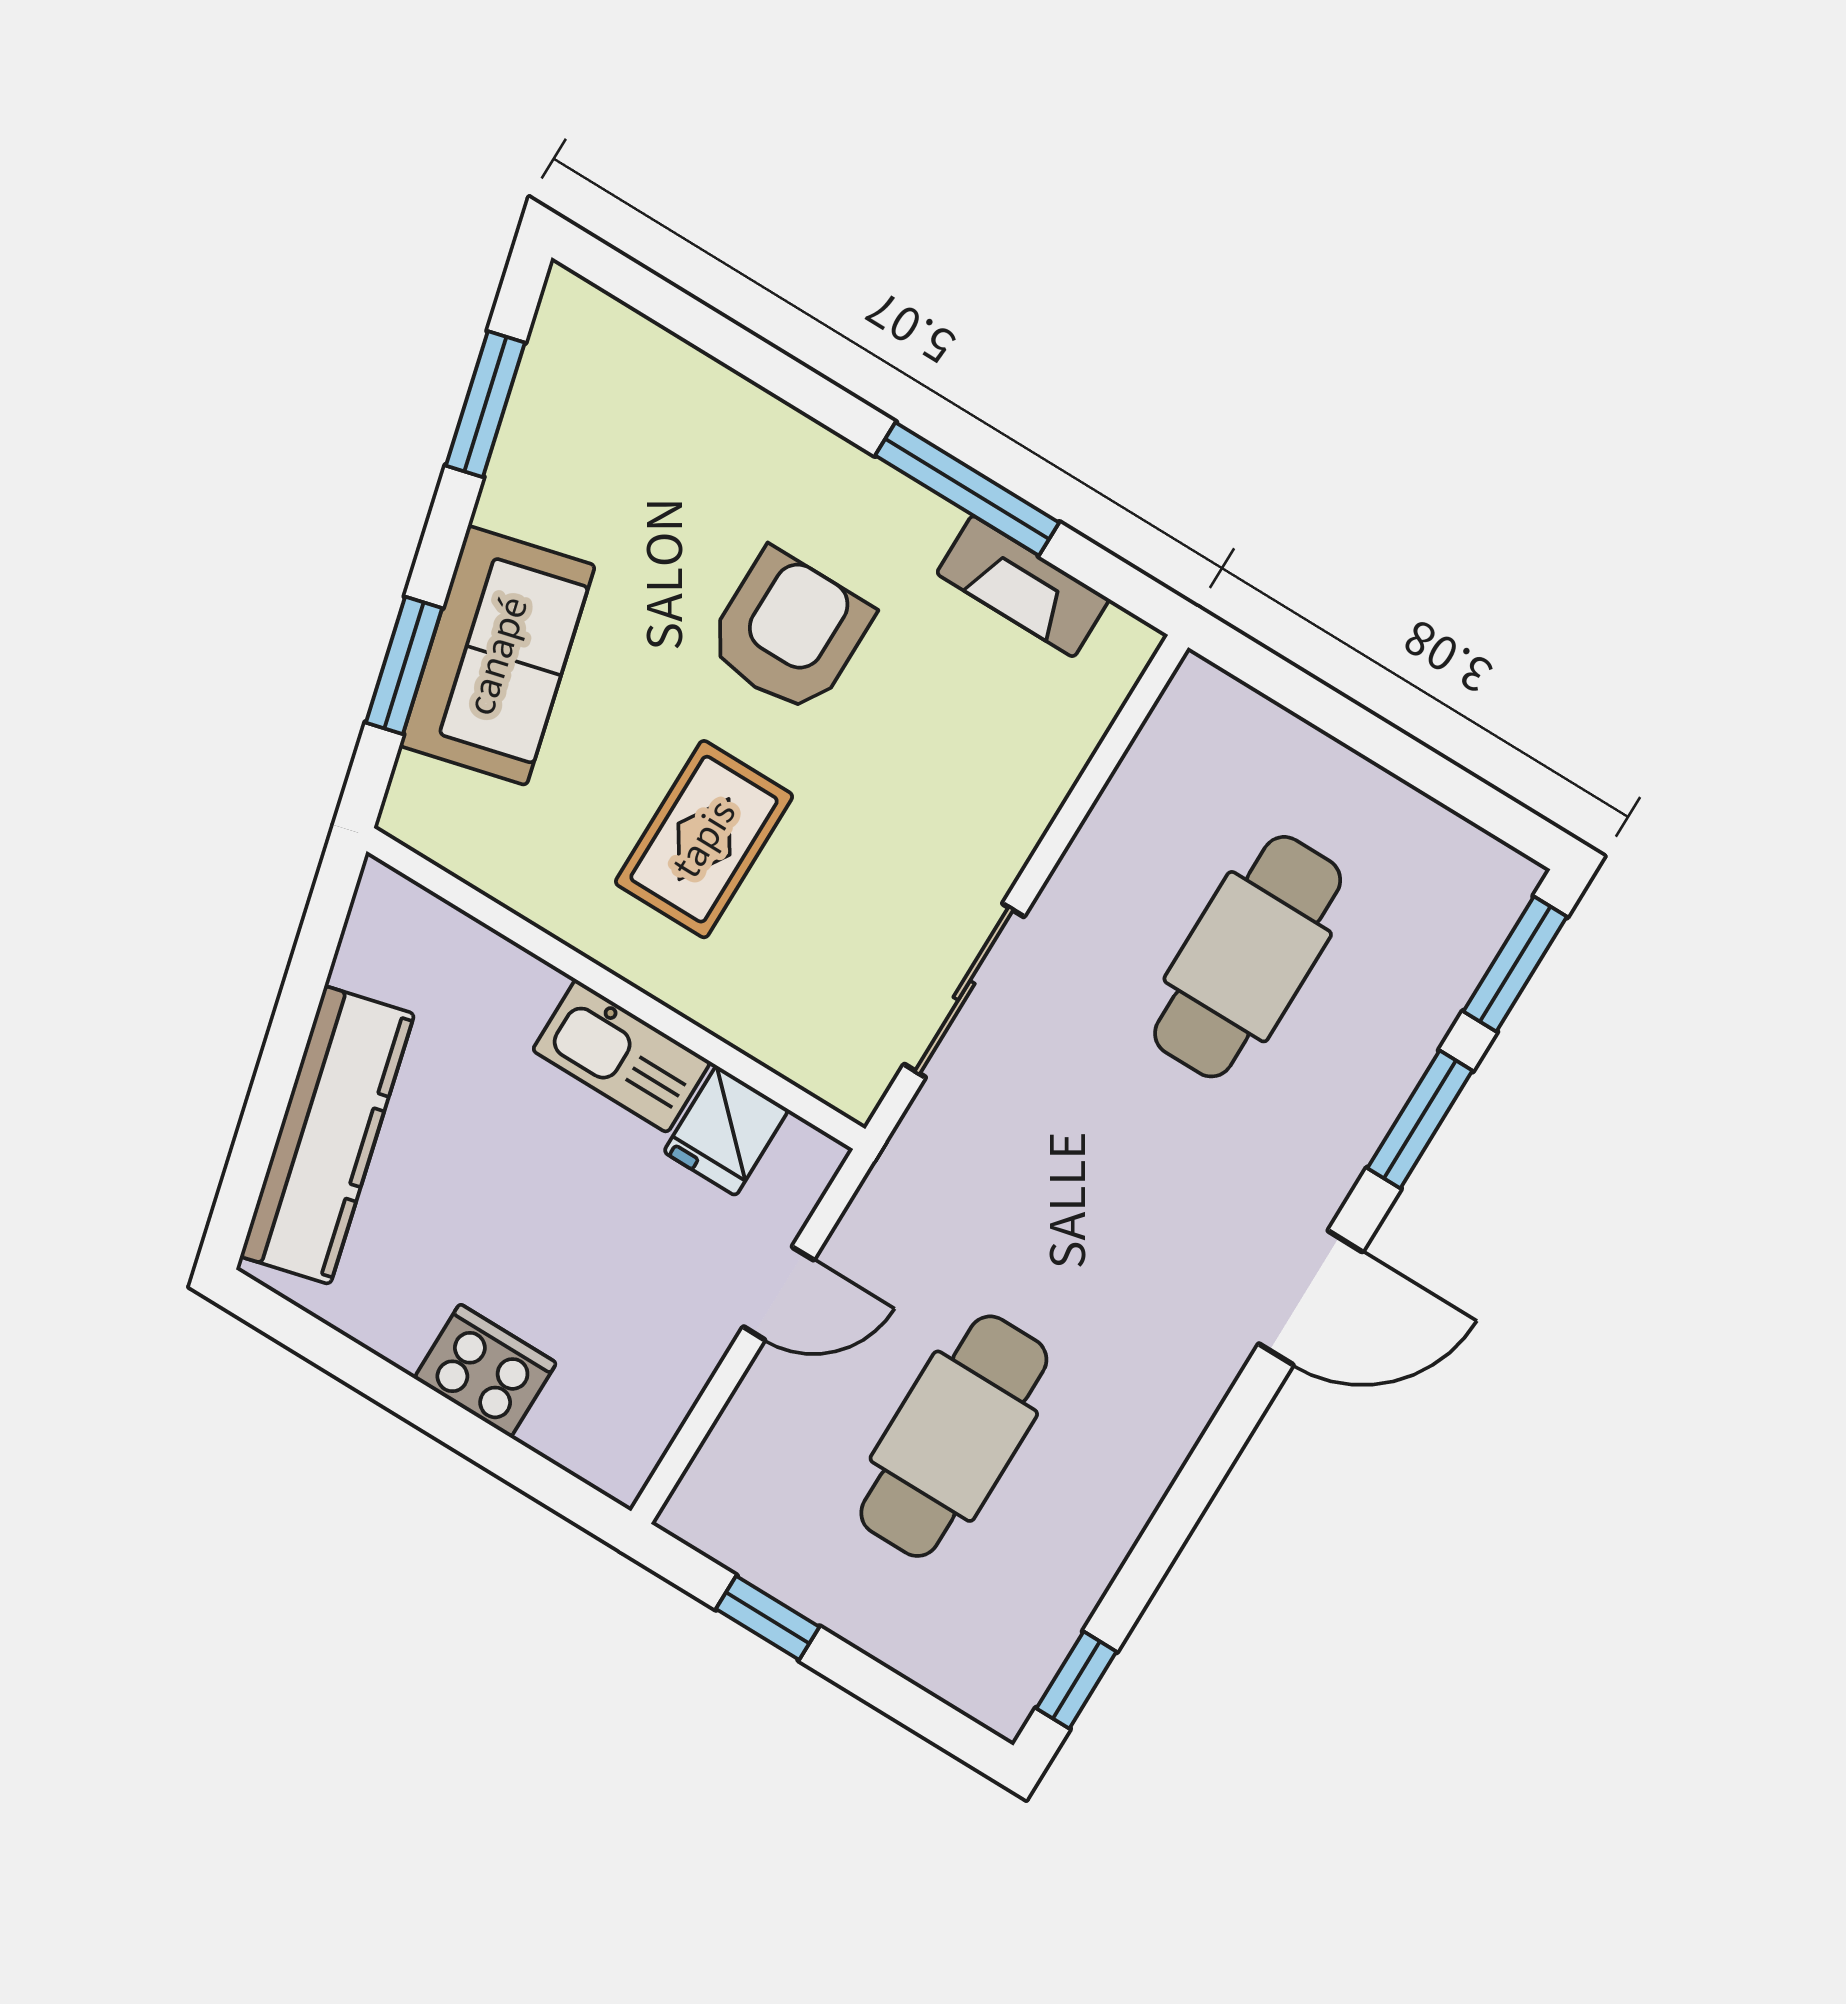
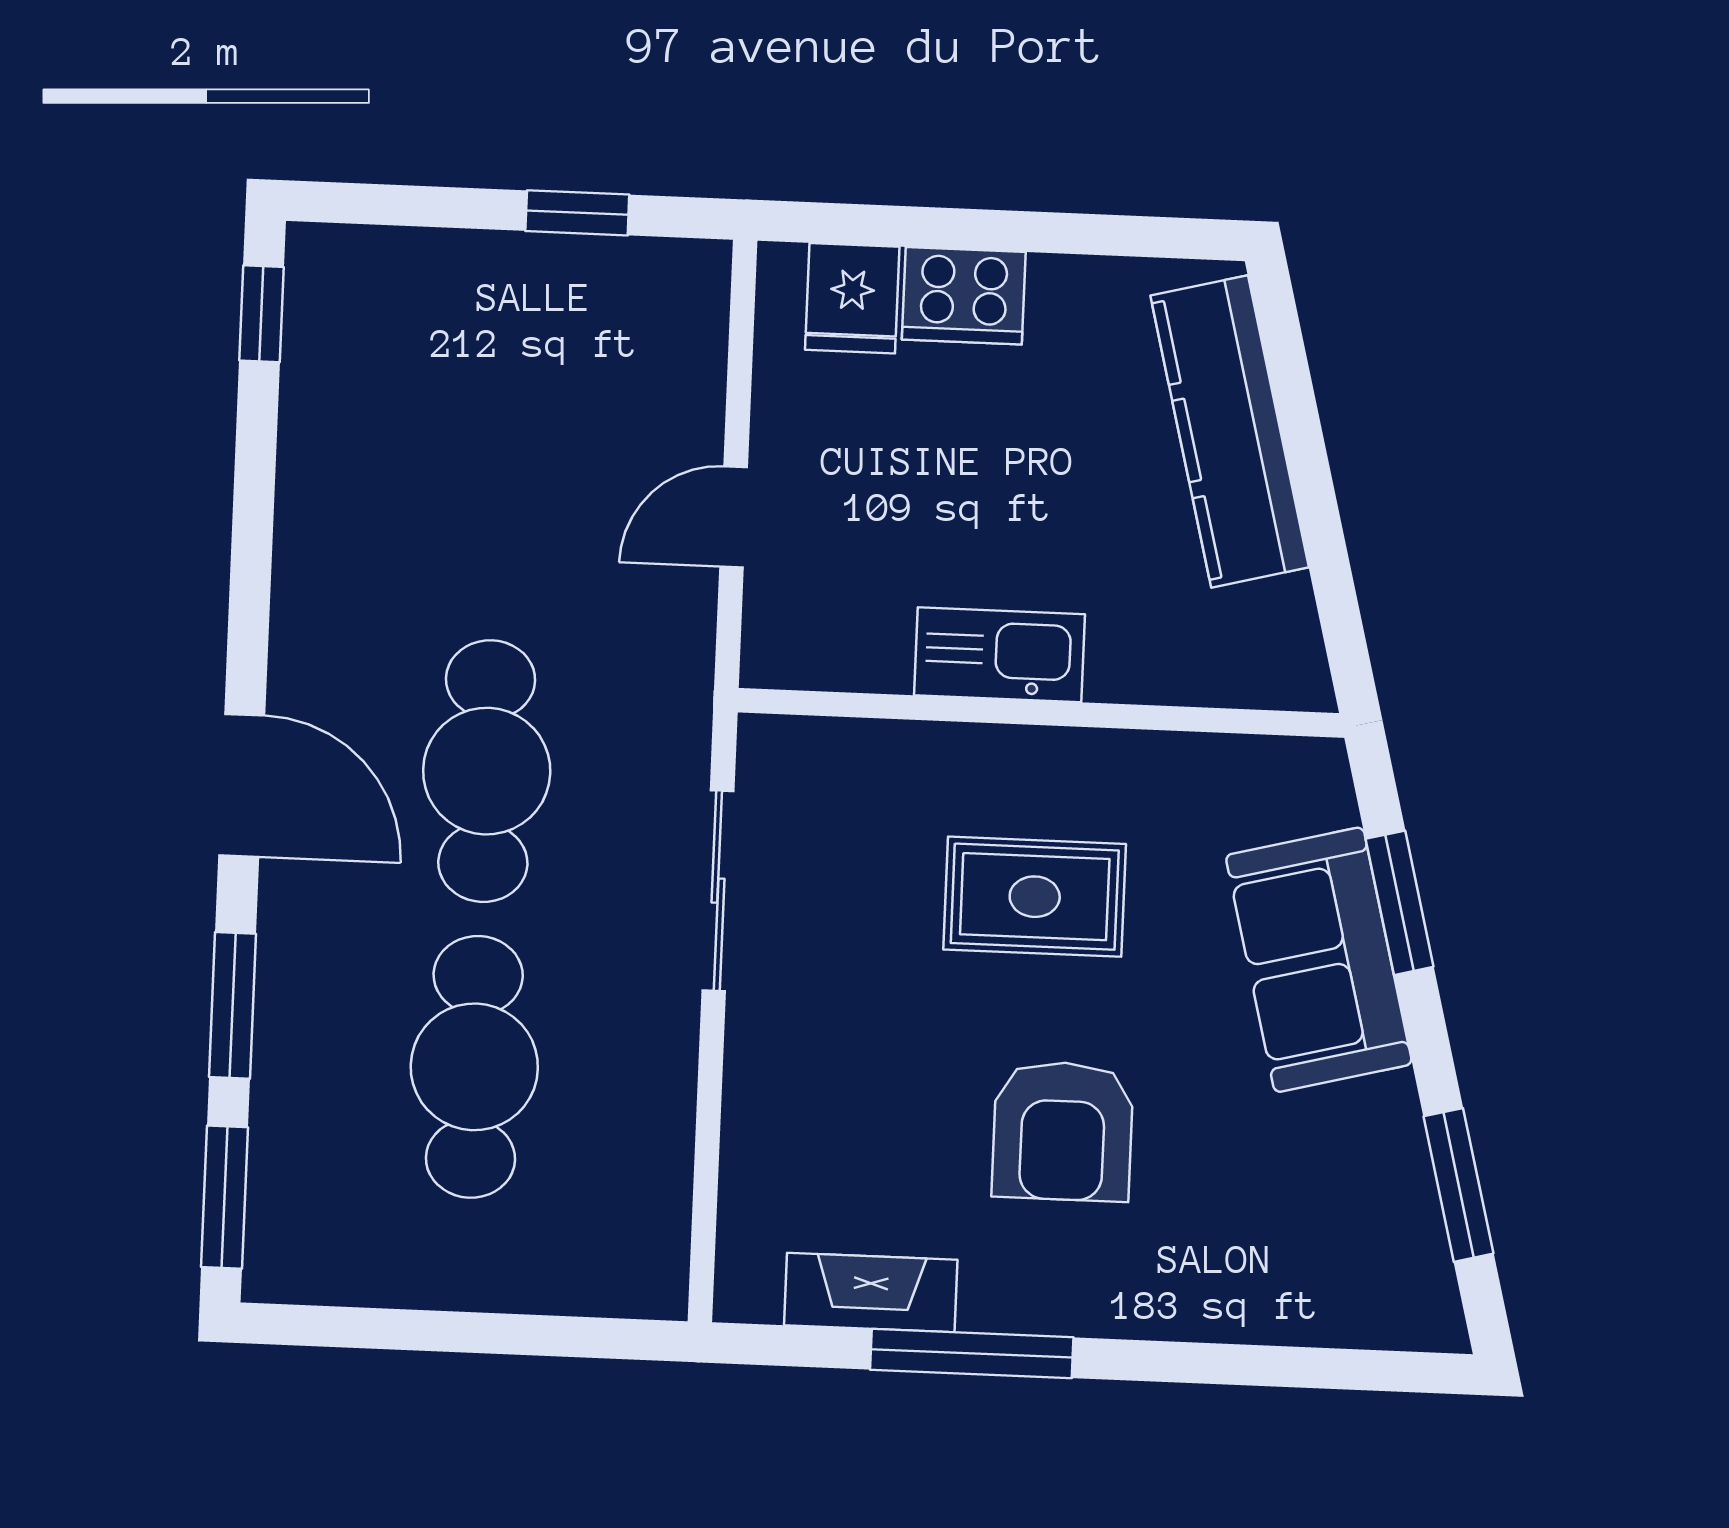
rug: (704, 839) -> (1035, 897), turned 90
fridge: (726, 1131) -> (852, 298), moved, turned 180
door: (1311, 1298) -> (242, 785), swing flipped
cafe table: (954, 1436) -> (487, 771), moved

